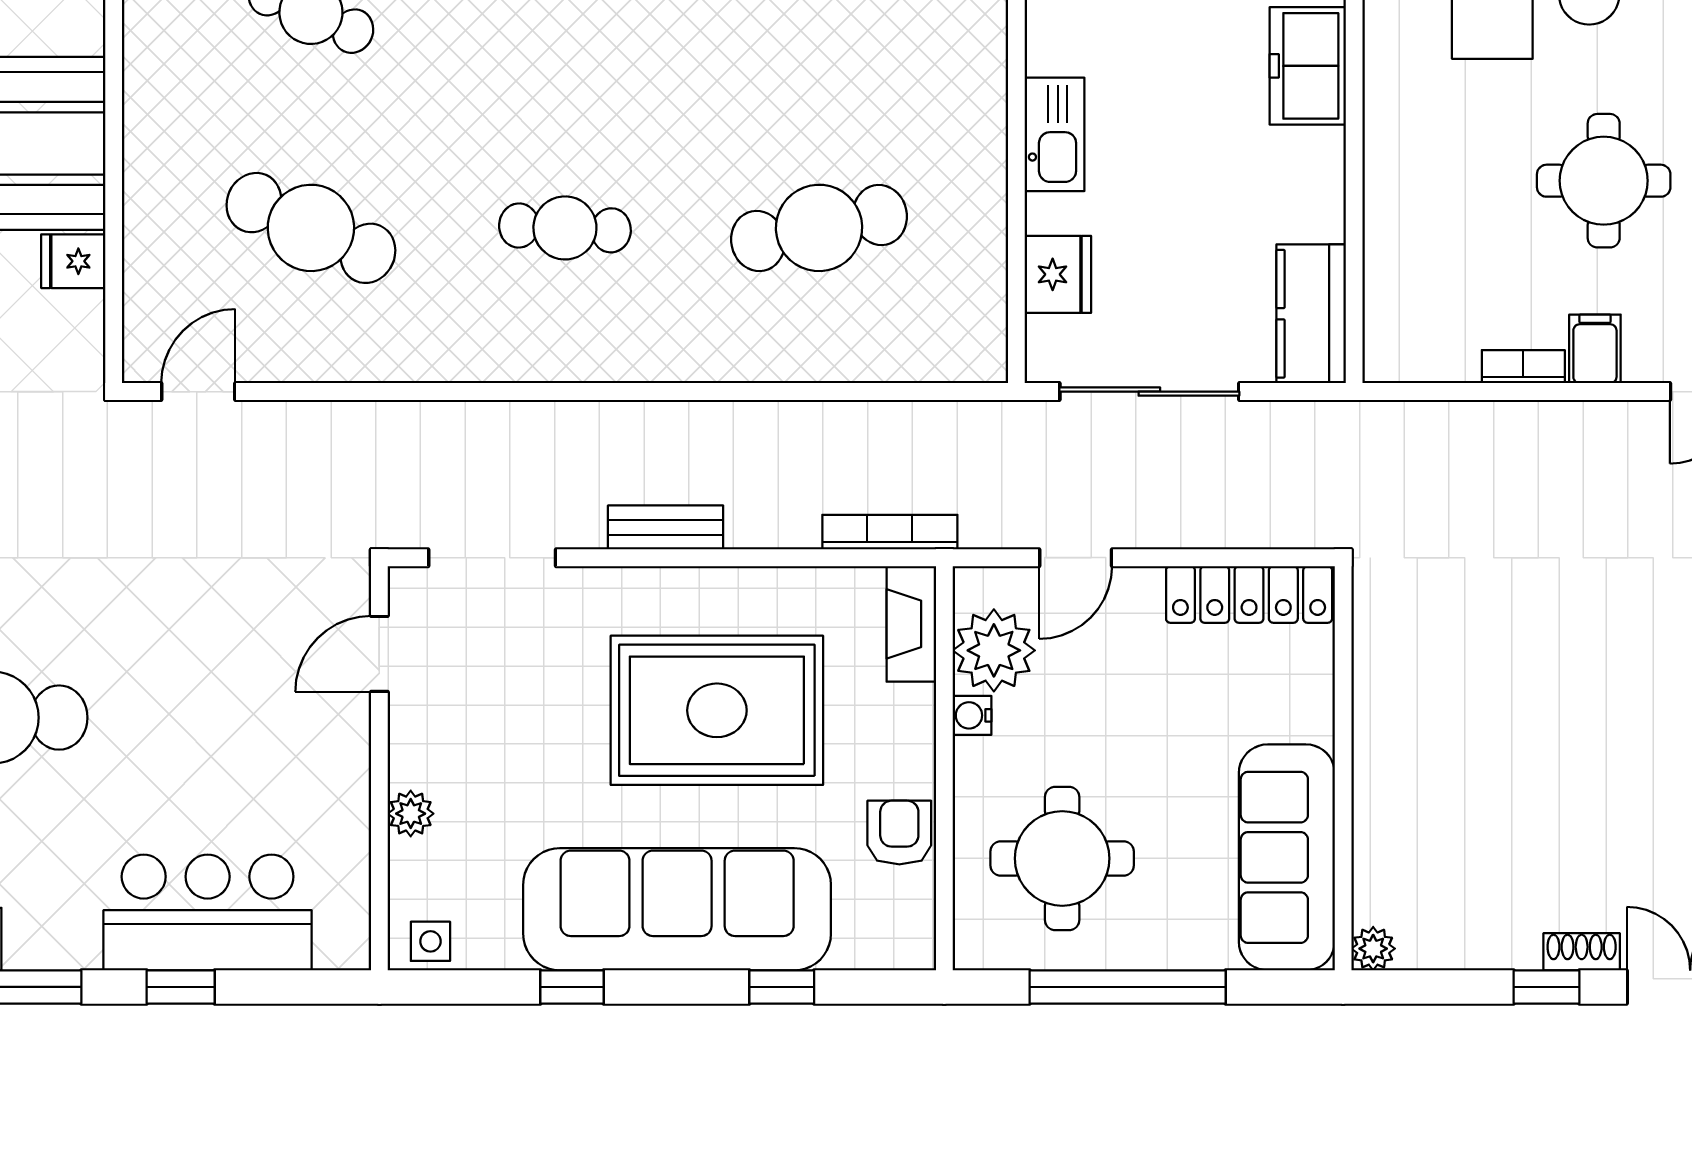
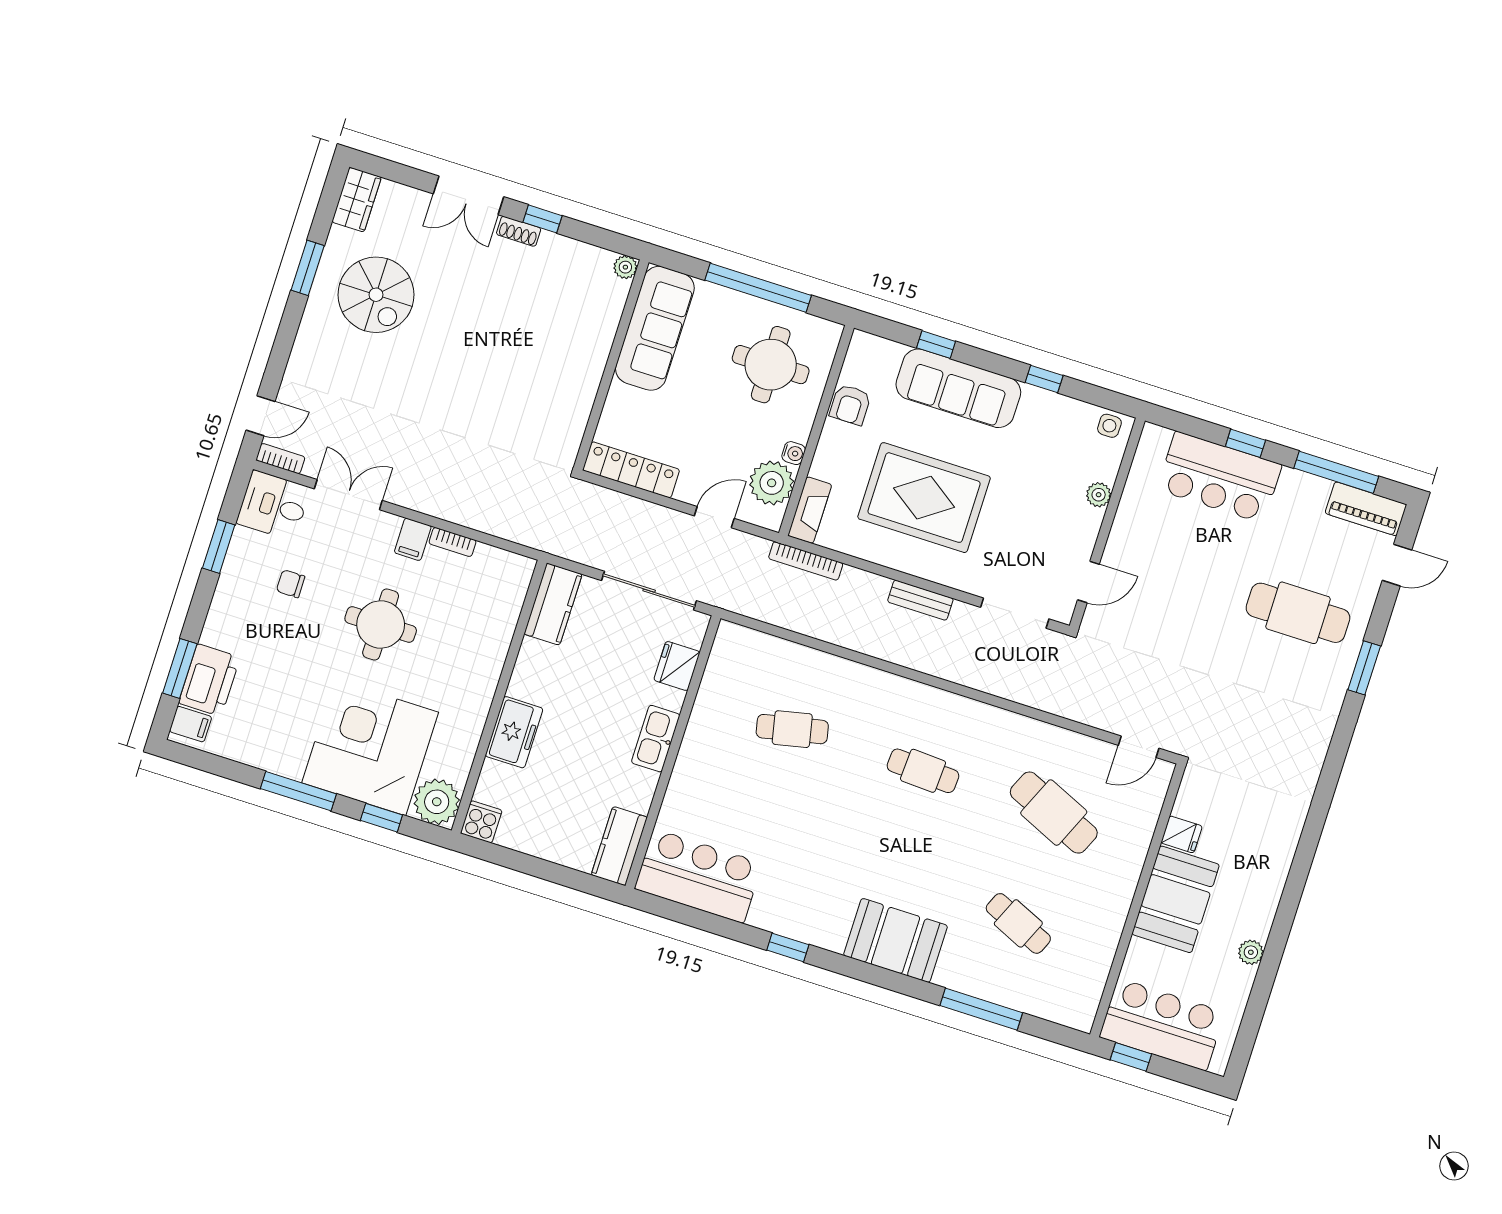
cafe table: (819, 228) -> (792, 729), width x0.73, depth x0.74
sofa: (677, 909) -> (958, 388), width x0.74, depth x0.79

